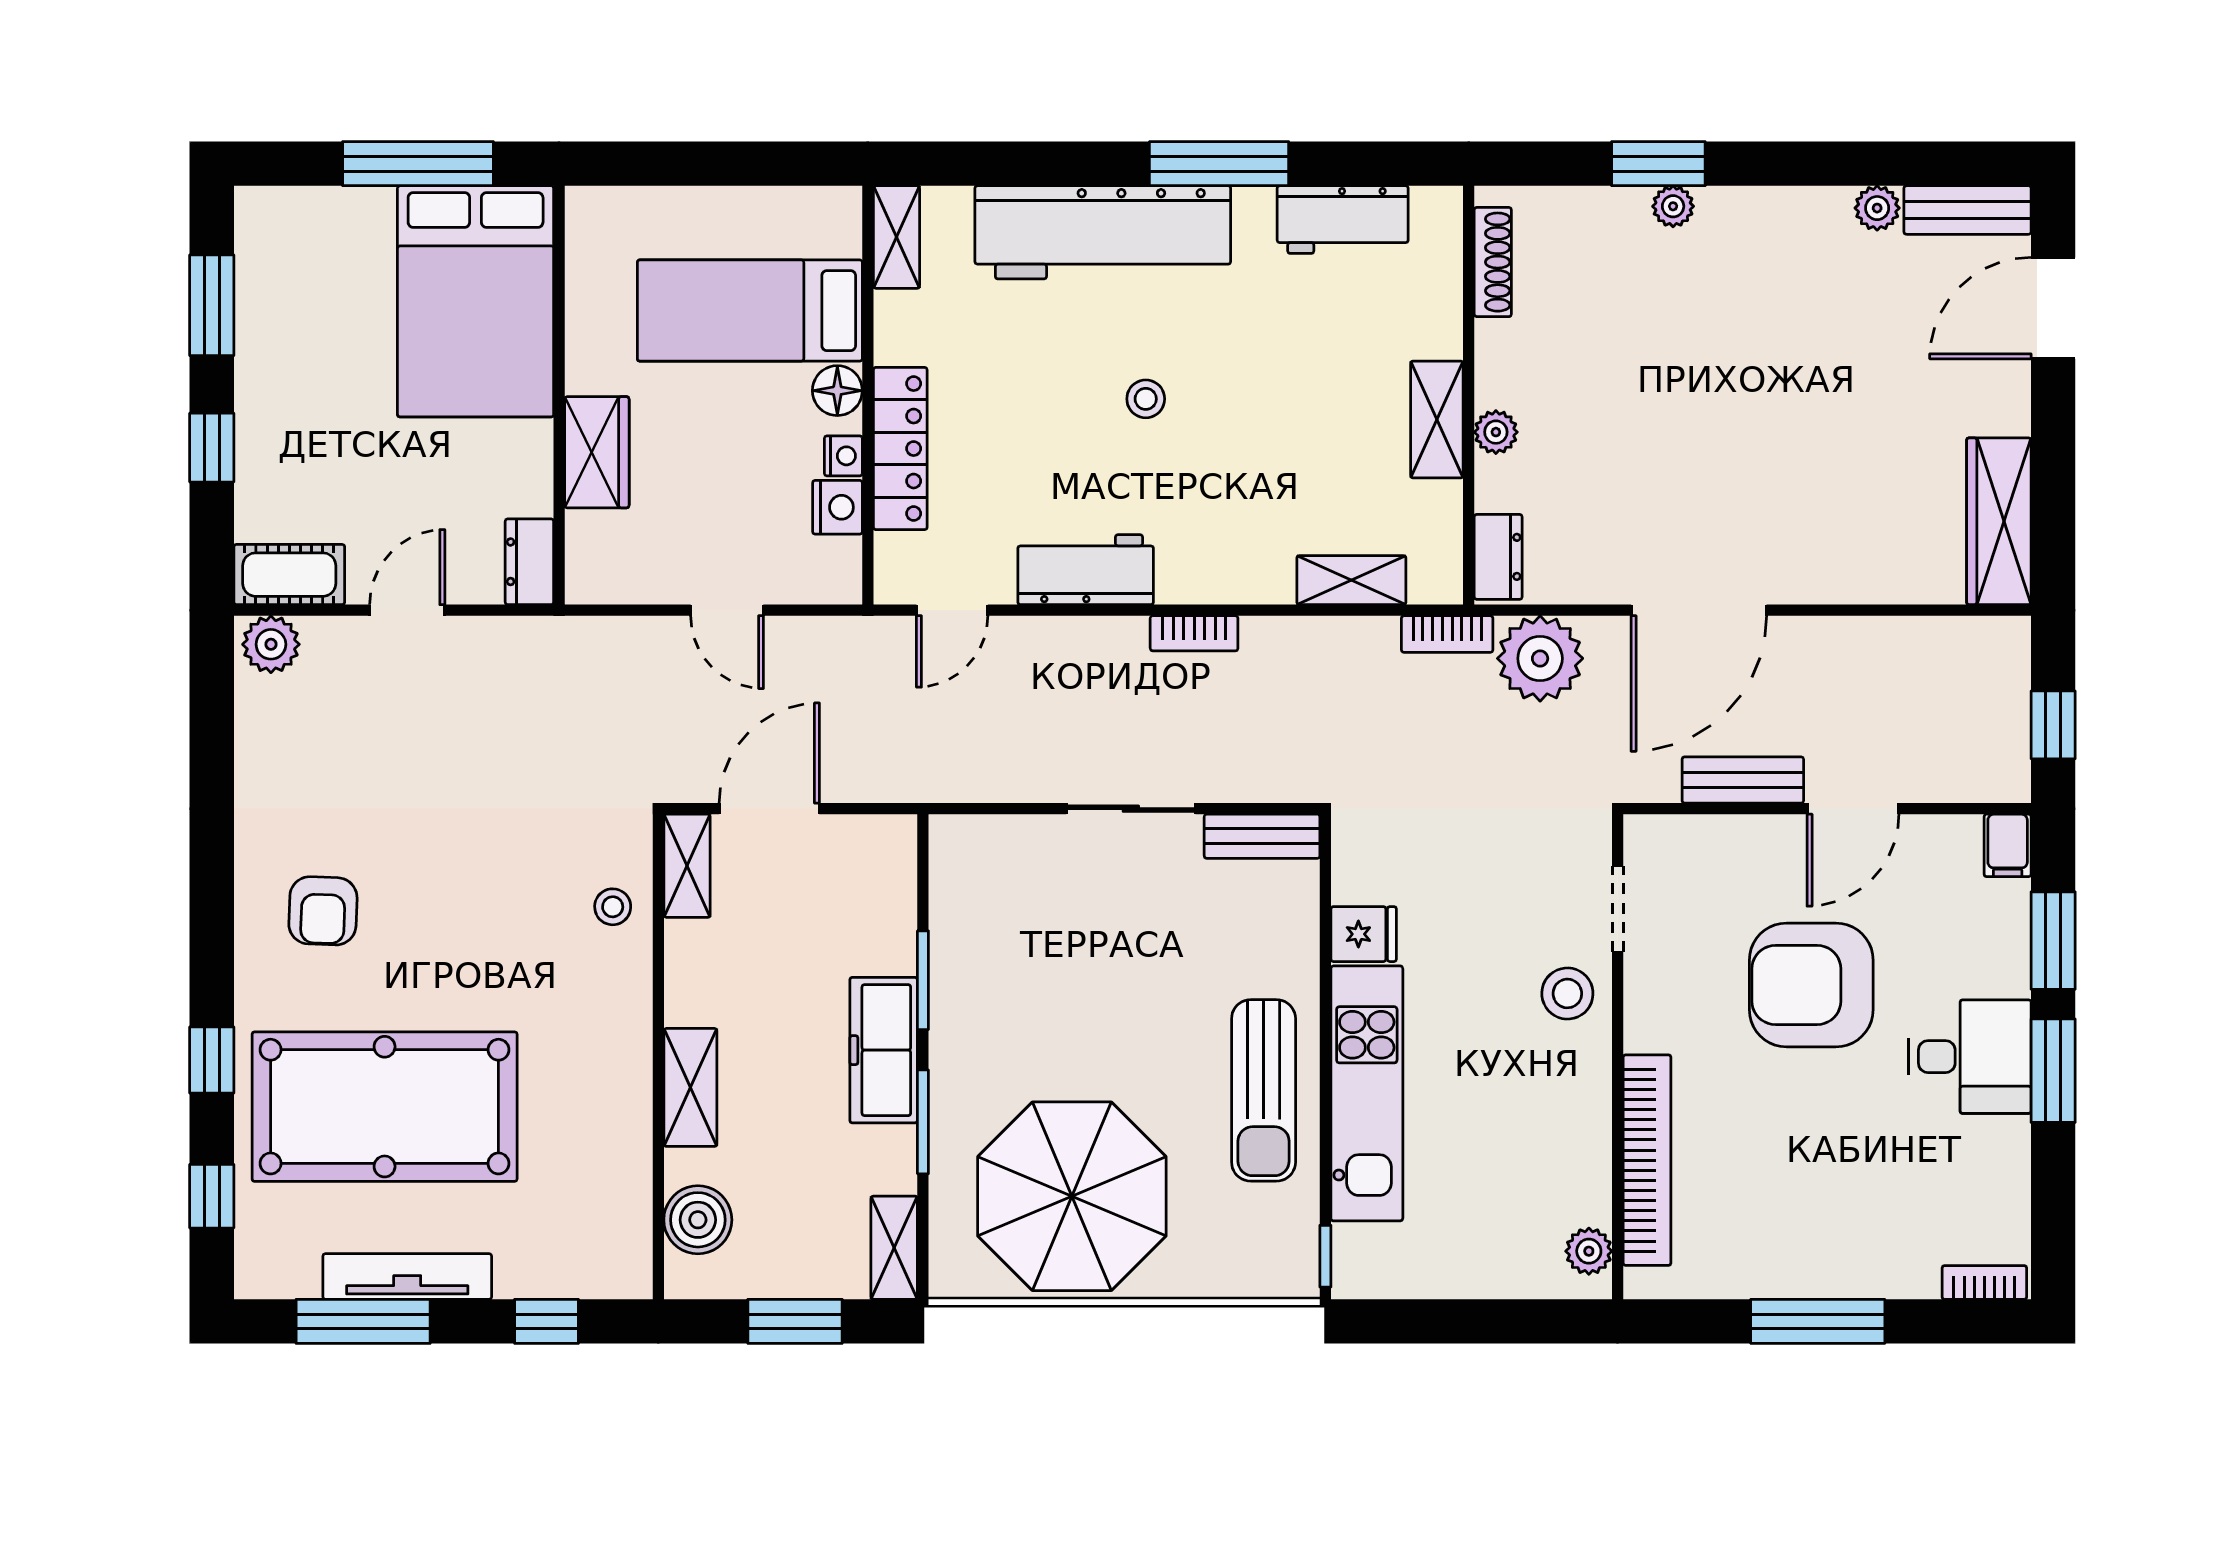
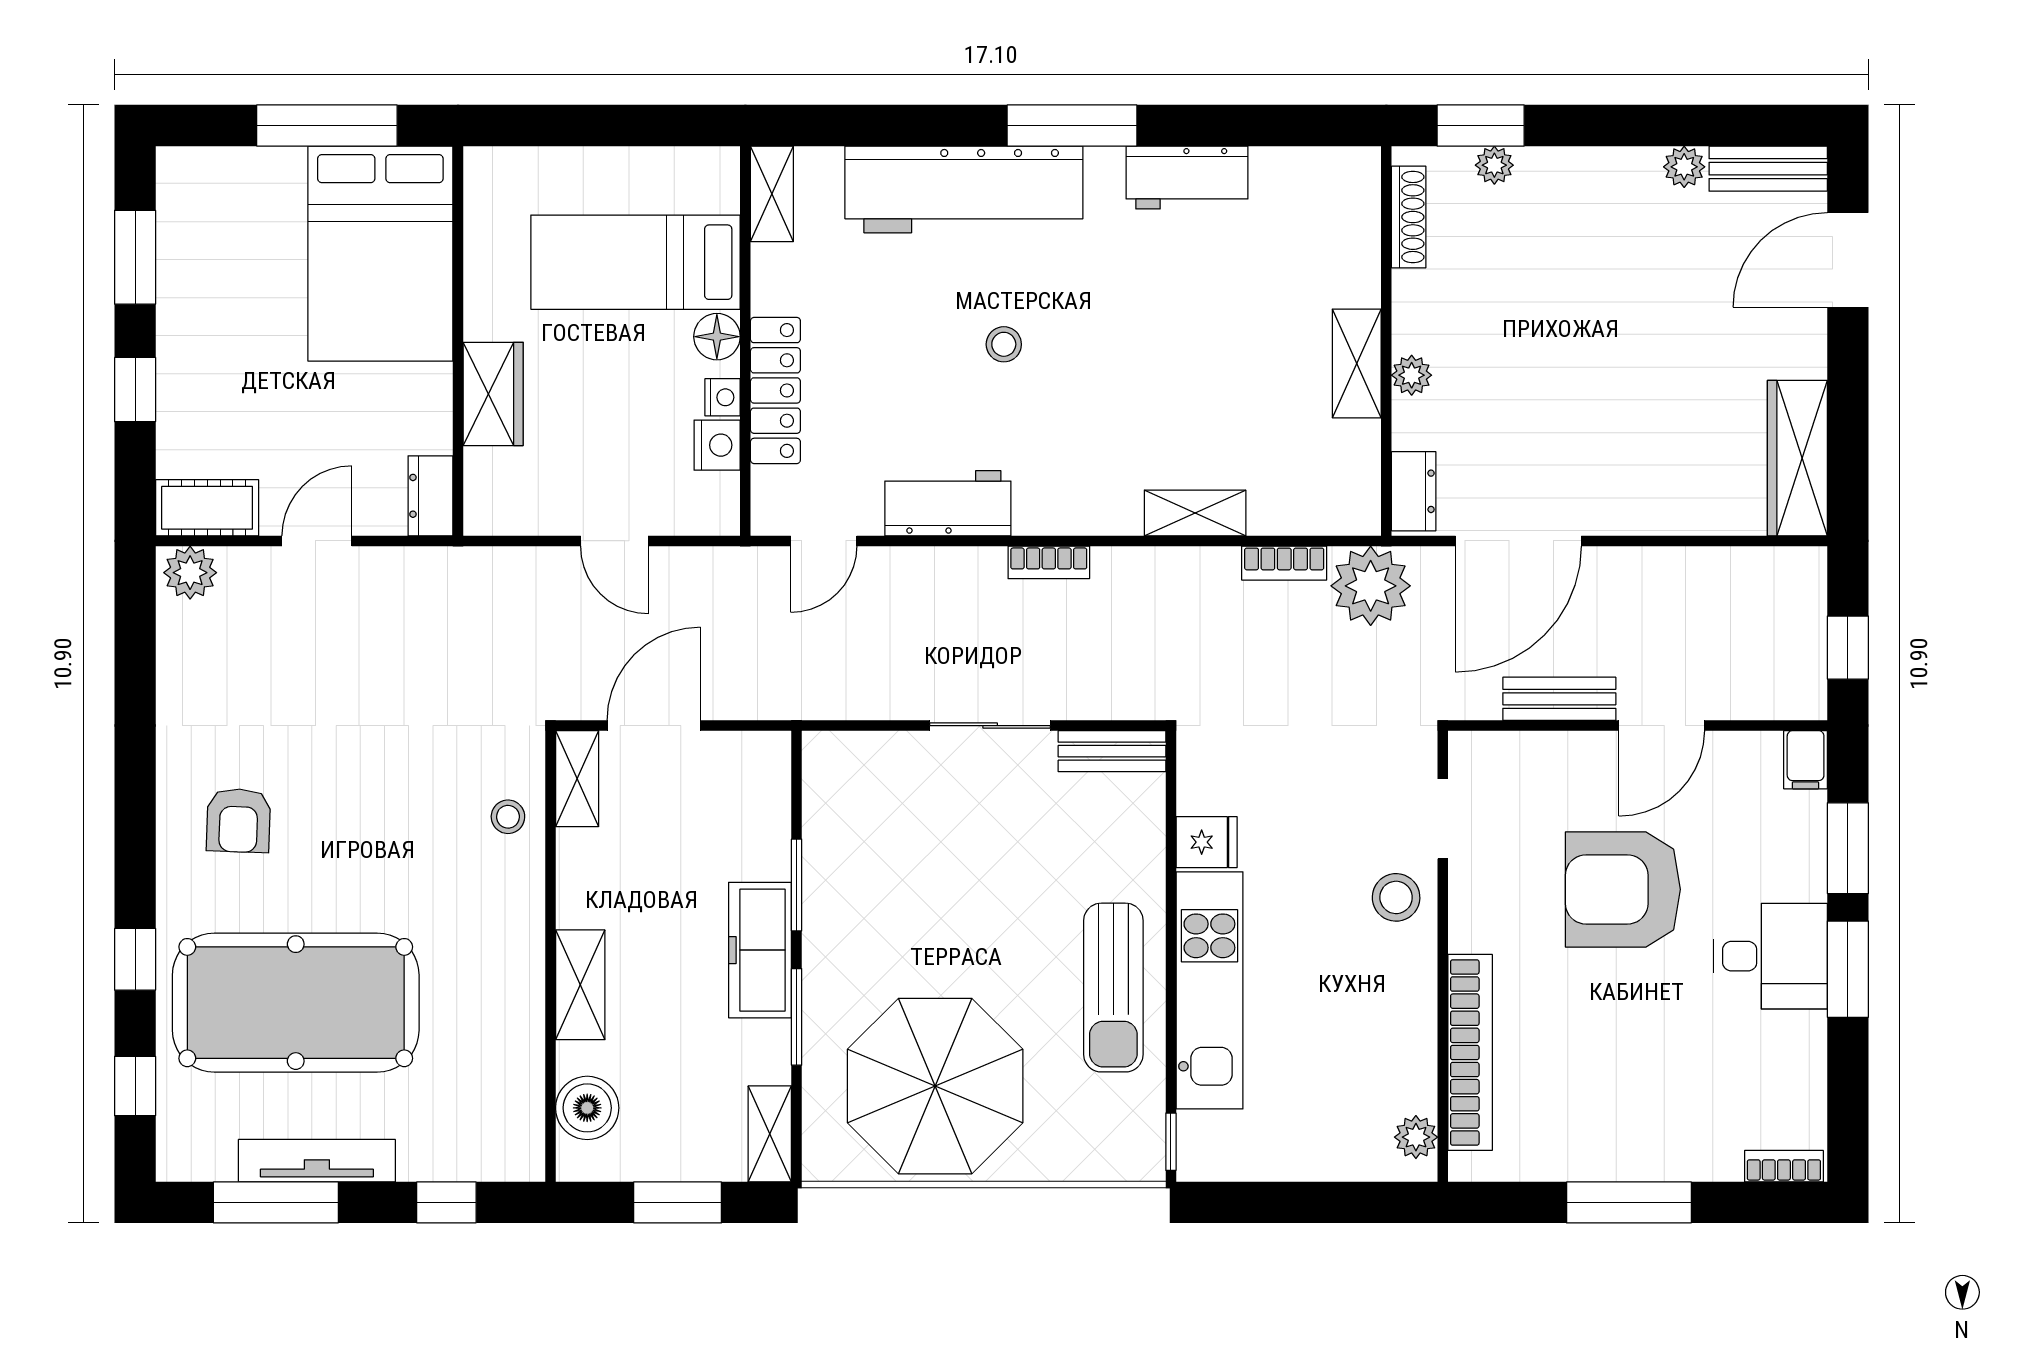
shoe rack: (1493, 262) -> (1409, 217), moved
wall: (1469, 395) -> (1386, 341), moved
shelving: (1437, 419) -> (1357, 363), moved
plant: (1496, 432) -> (1412, 375), moved
dresser: (1498, 557) -> (1414, 491), moved

